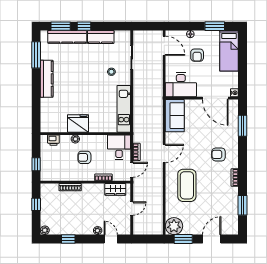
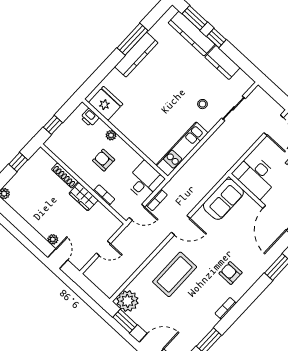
window: (36, 55) -> (132, 39), moved
fridge: (78, 123) -> (106, 103), moved
wardrobe: (115, 189) -> (83, 197), moved
window: (68, 239) -> (18, 222), removed

